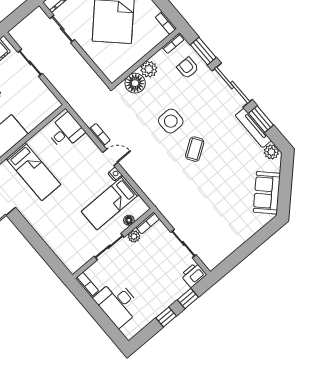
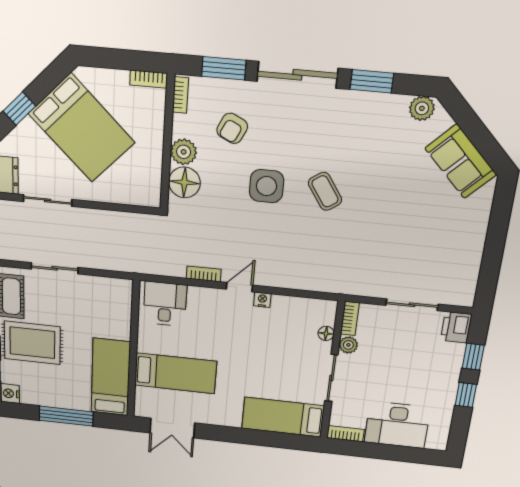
armchair: (188, 68) -> (232, 128), moved, turned -64
tv unit: (253, 128) -> (372, 101), removed
bed: (110, 203) -> (283, 417), moved, turned 90

